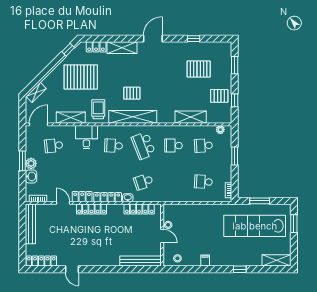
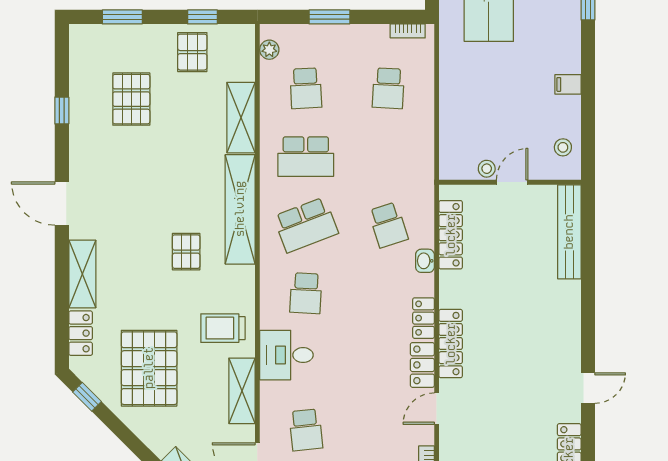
shelving: (133, 117) -> (240, 209), moved
school desk: (173, 146) -> (306, 157), width x1.85
locker: (108, 197) -> (424, 318), width x0.66

